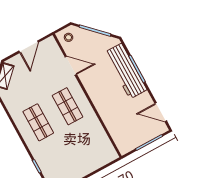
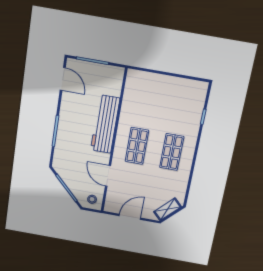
workbench: (126, 71) -> (105, 124), moved, turned 180

